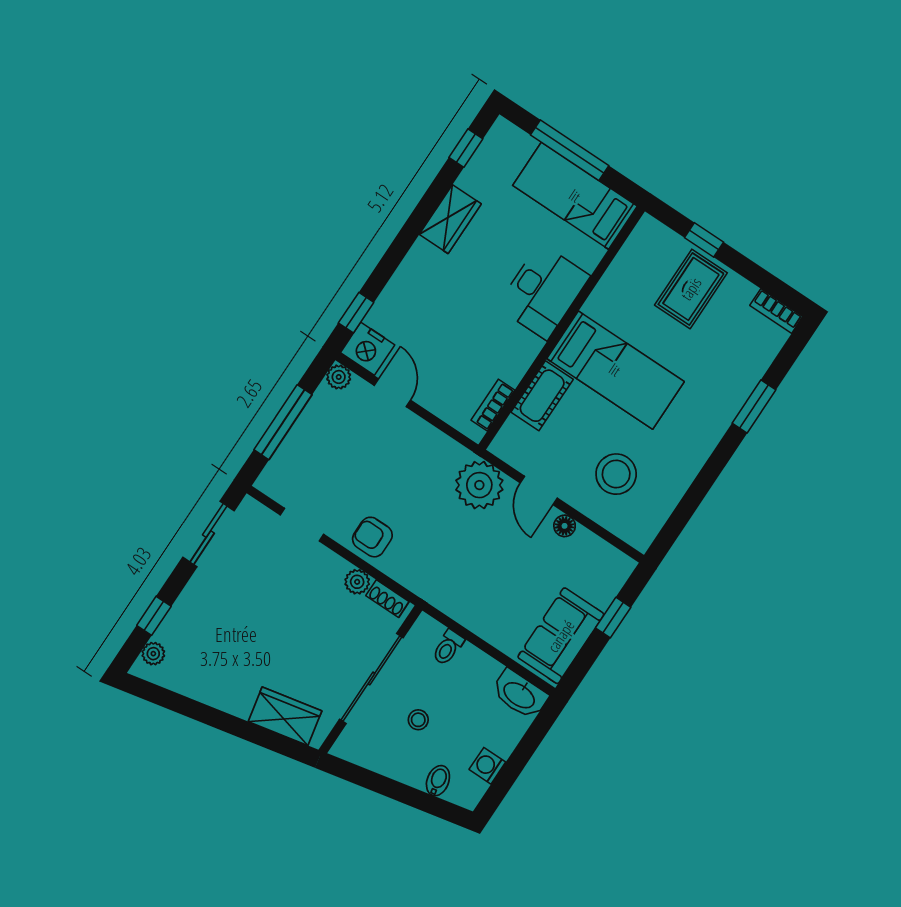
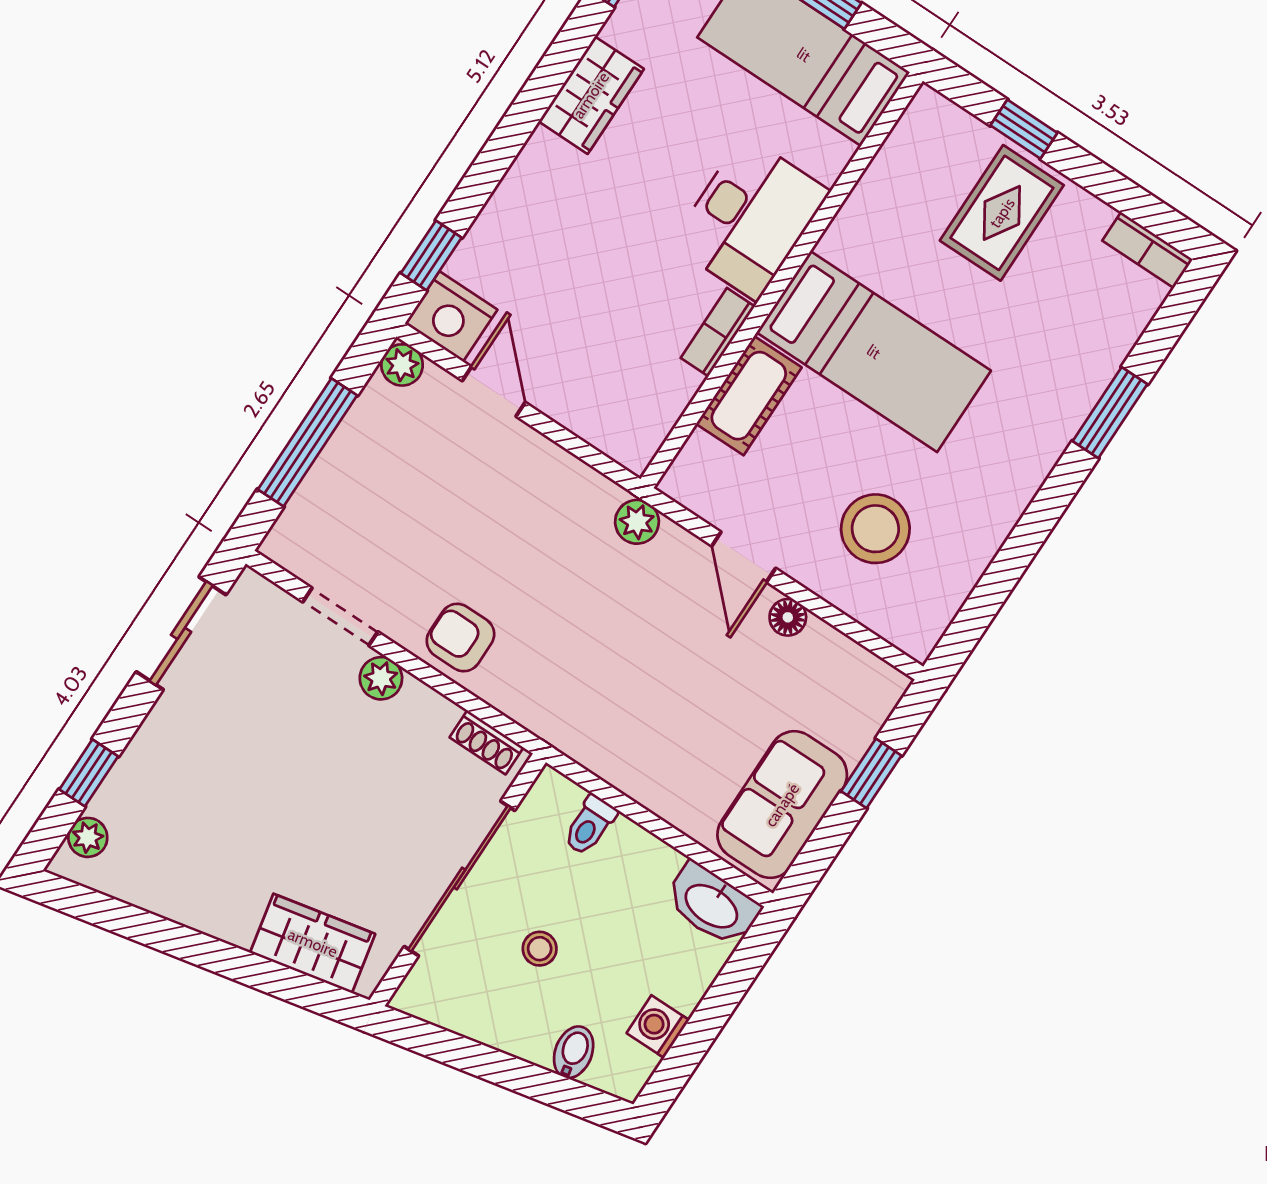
bookcase: (493, 405) -> (718, 332), moved
plant: (479, 485) -> (637, 522), width x0.53, depth x0.53
plant: (357, 582) -> (381, 678), moved

